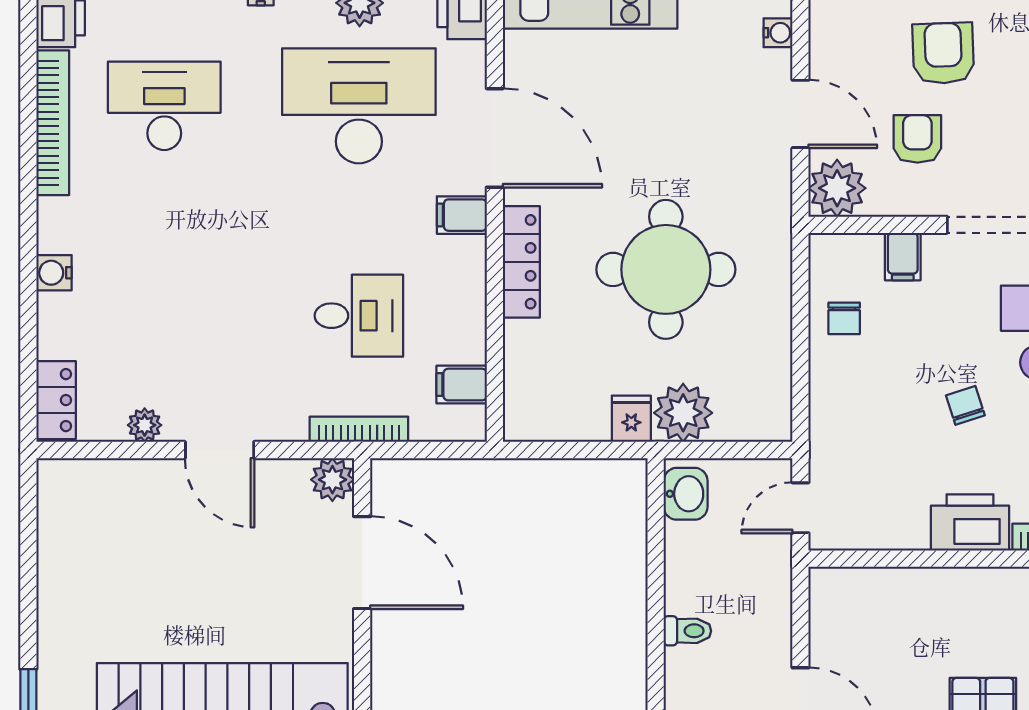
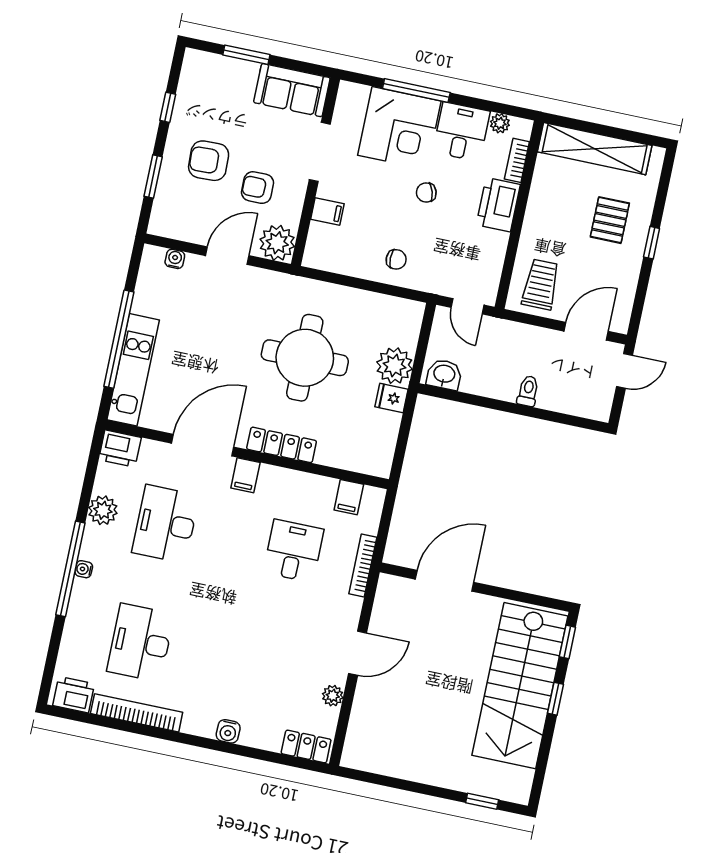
desk: (359, 106) -> (166, 524), width x0.73, depth x0.77
chair: (844, 318) -> (396, 259), moved
plant: (332, 480) -> (390, 588), removed
trolley: (859, 615) -> (541, 284), added

